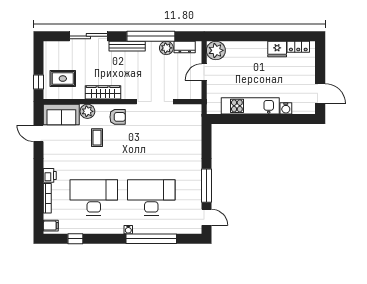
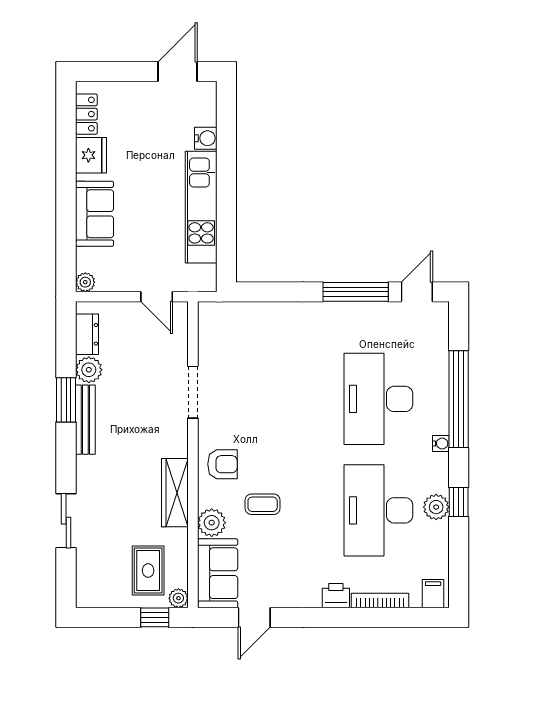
sliding door: (88, 36) -> (66, 521), width x0.73
window: (151, 36) -> (66, 400), width x0.47
bench: (127, 46) -> (85, 420), moved
plant: (216, 50) -> (85, 282), width x0.53, depth x0.53
sofa: (247, 51) -> (95, 214), added
door: (204, 72) -> (157, 297), moved
plant: (48, 94) -> (178, 598), added
doorway: (155, 102) -> (193, 392), width x0.73
armchair: (118, 117) -> (222, 464), turned 90
plant: (95, 227) -> (436, 507), added
window: (75, 239) -> (459, 502), moved

